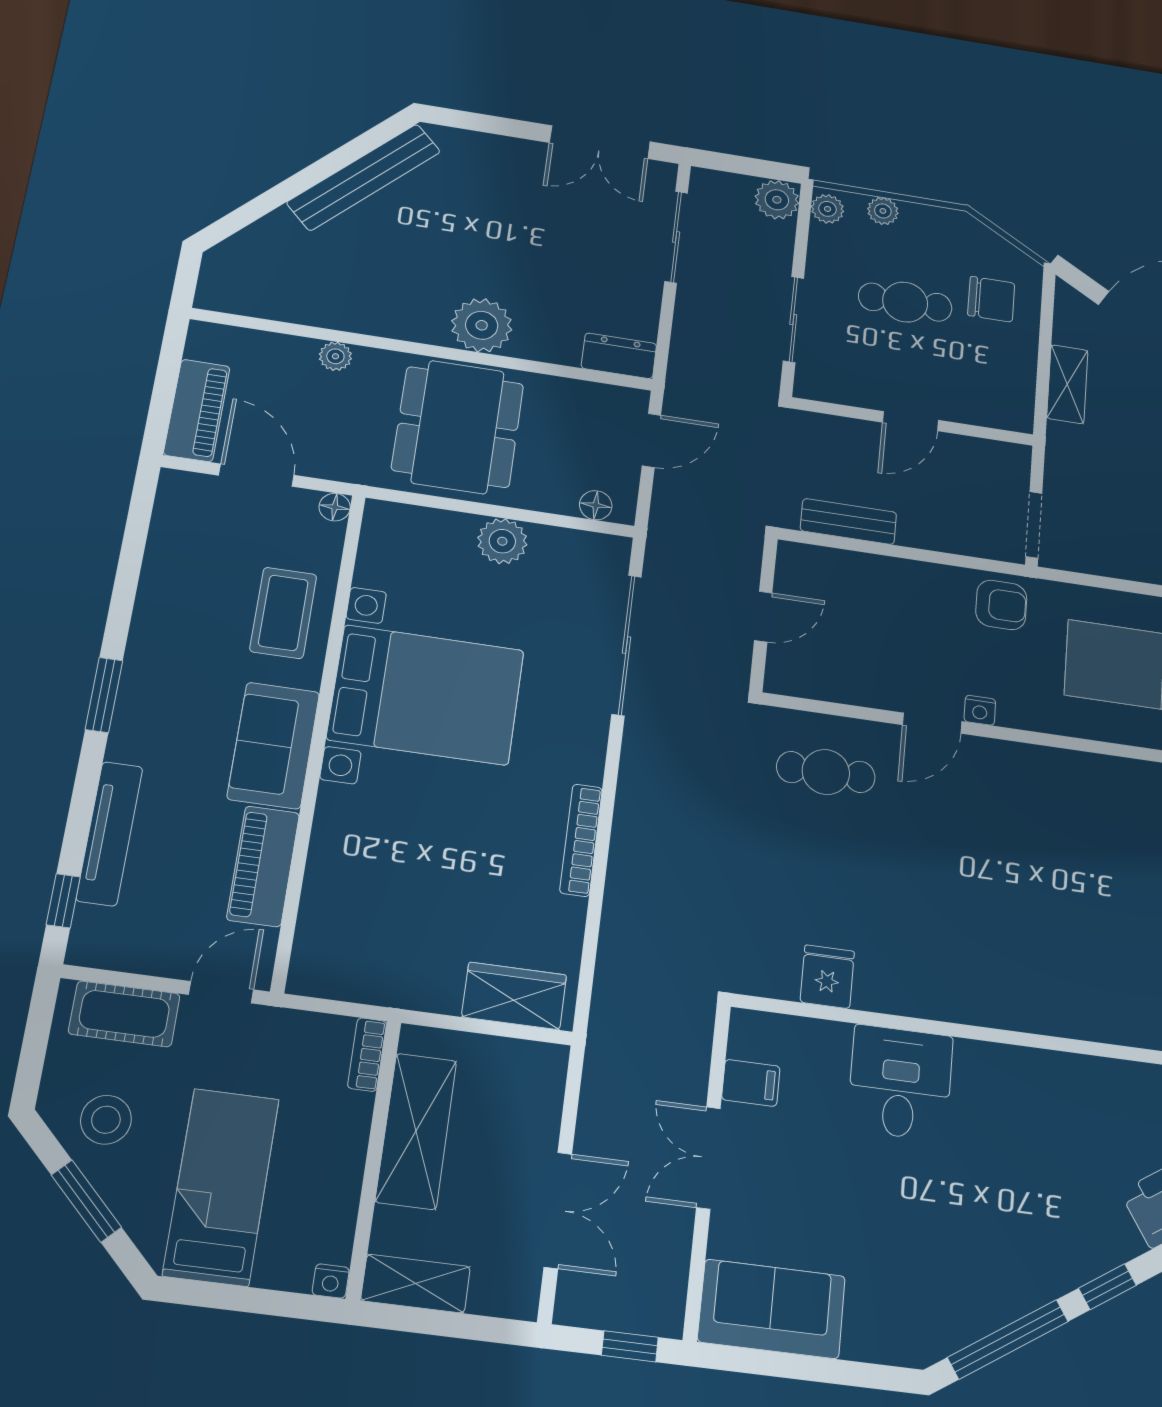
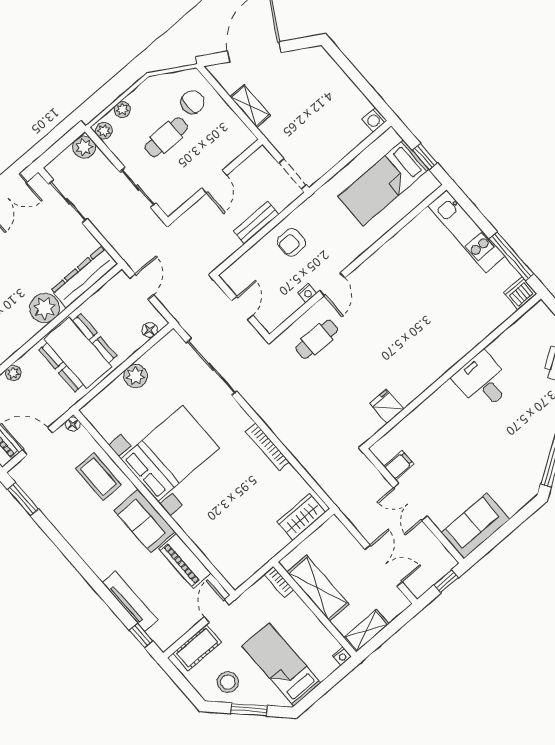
dresser: (619, 356) -> (84, 277), width x1.96, depth x1.24
bench: (848, 521) -> (256, 223), moved
armchair: (1001, 605) -> (291, 242), moved, turned 180
window: (104, 695) -> (23, 499), moved
nightstand: (980, 710) -> (307, 293), moved
desk: (900, 1083) -> (483, 381), moved

